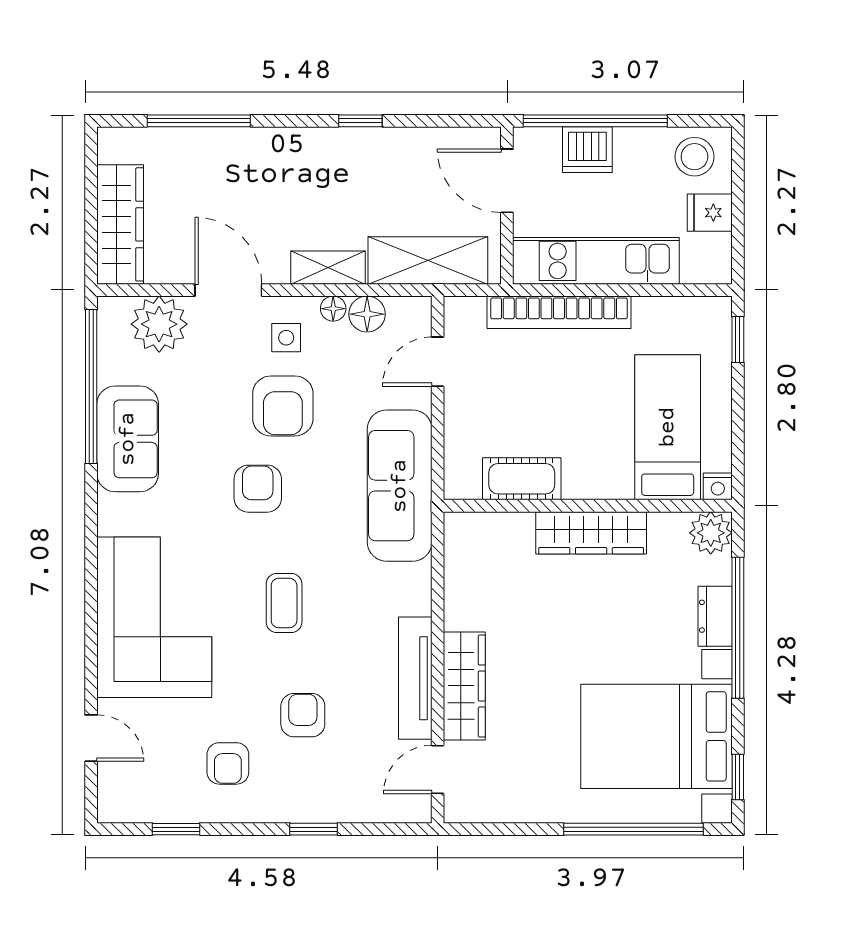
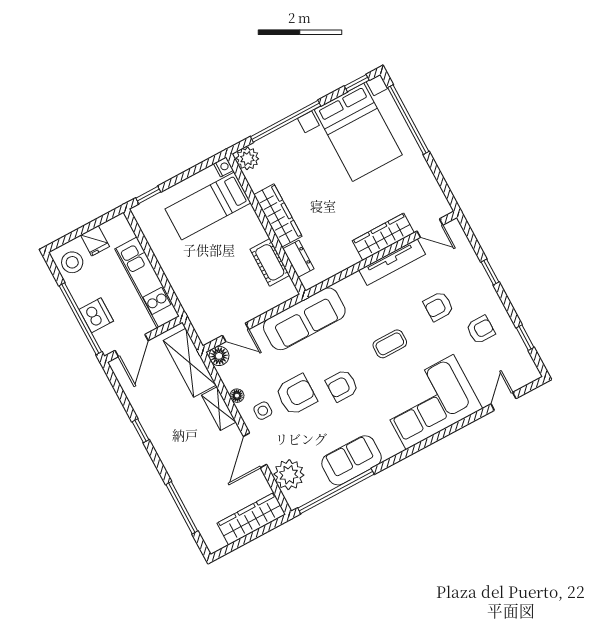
bookcase: (559, 312) -> (181, 287), removed
floor lamp: (367, 314) -> (219, 356), moved
dresser: (715, 616) -> (298, 259), moved, turned -90

